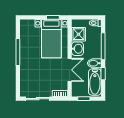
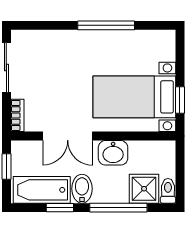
shower: (79, 34) -> (144, 189), moved

